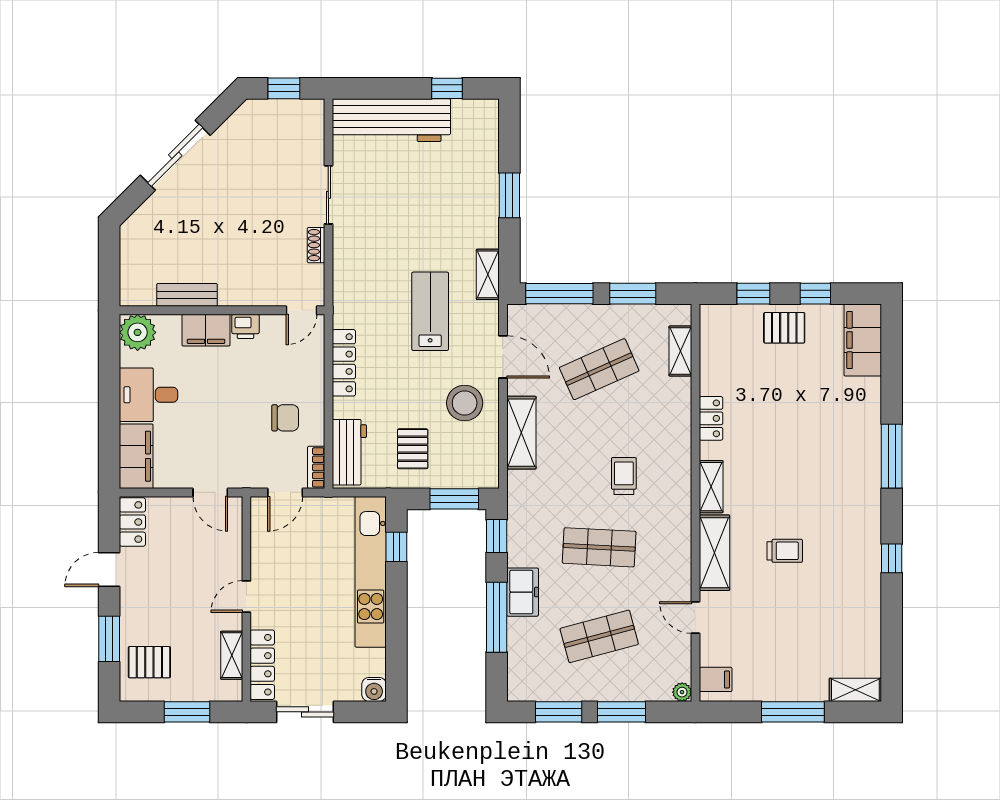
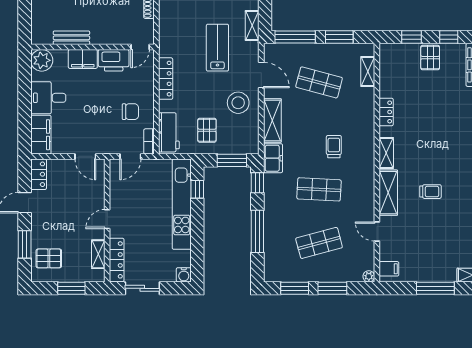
printer: (246, 326) -> (114, 60), width x1.87, depth x1.48
pallet: (784, 328) -> (430, 58), turned 90
shop shelf: (599, 369) -> (319, 82), turned 39
freezer: (523, 592) -> (273, 158), moved

